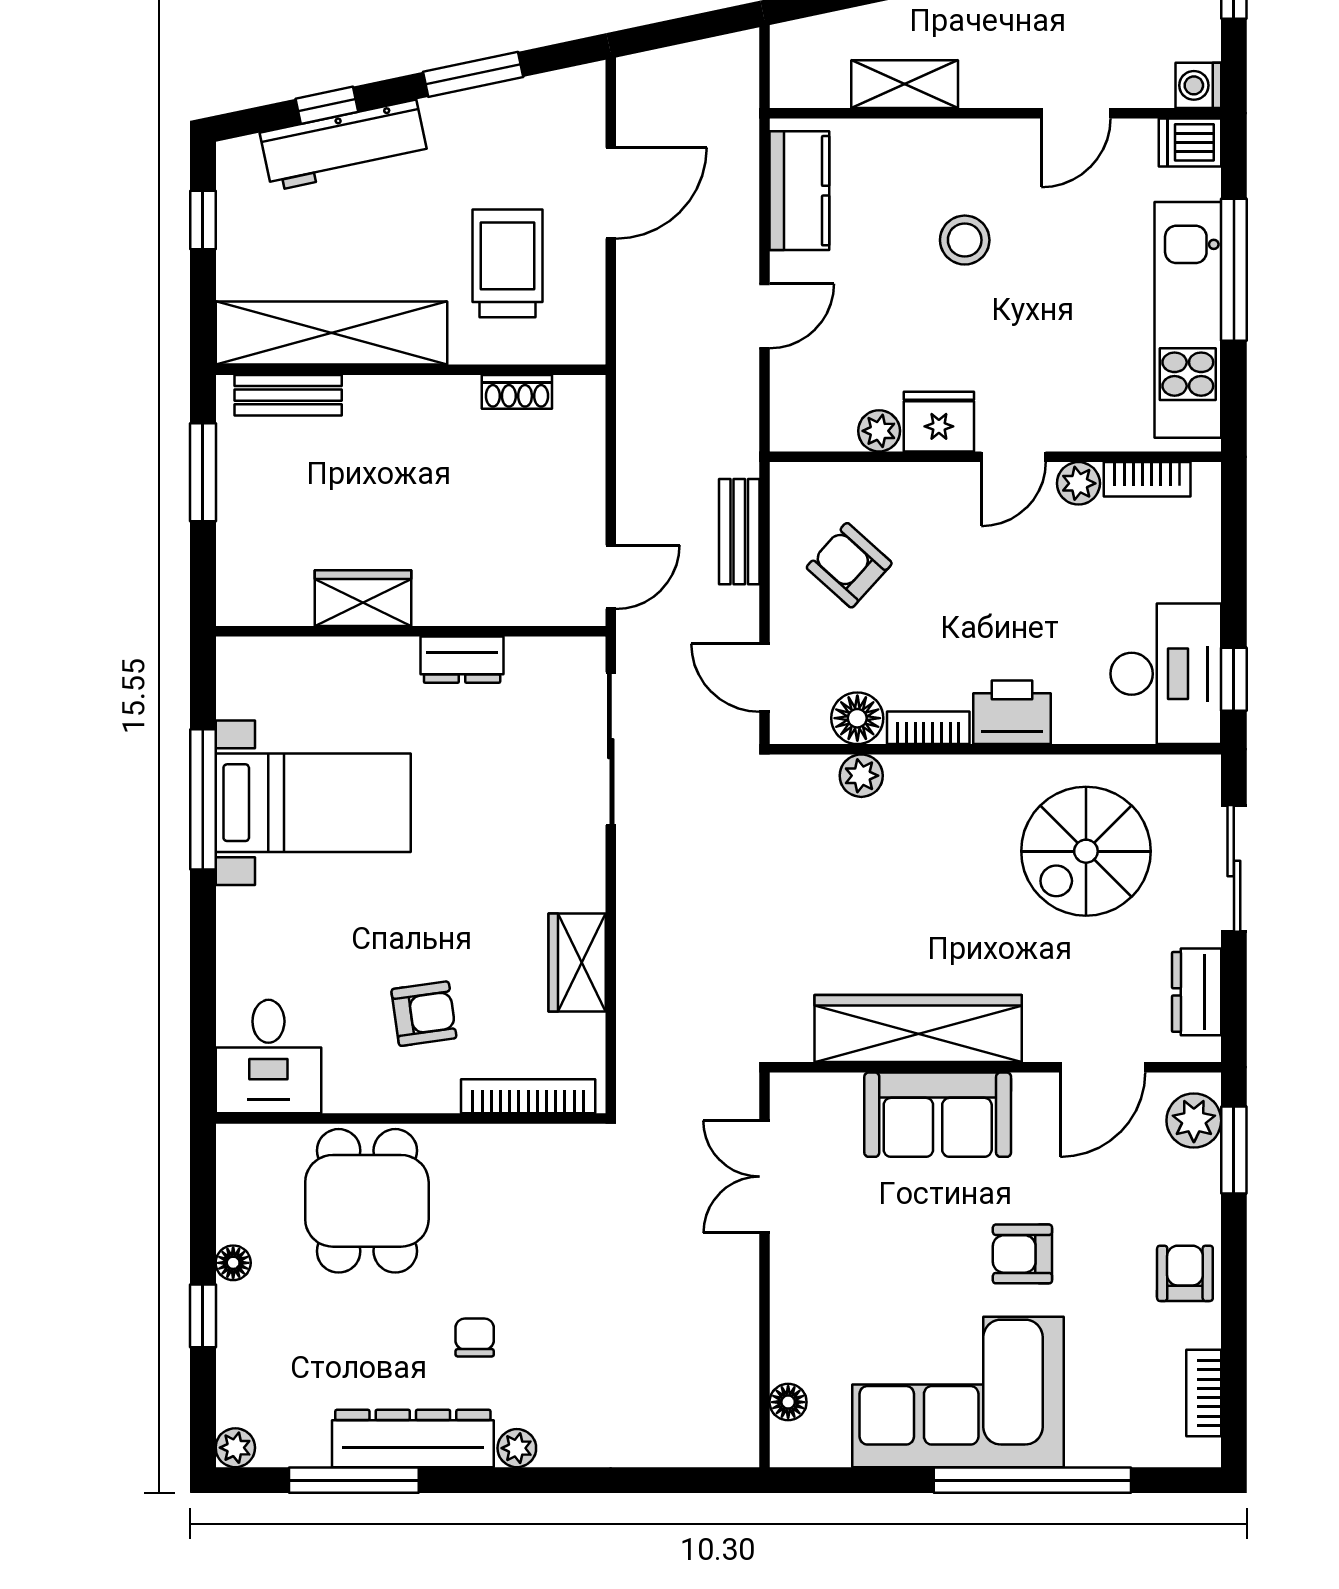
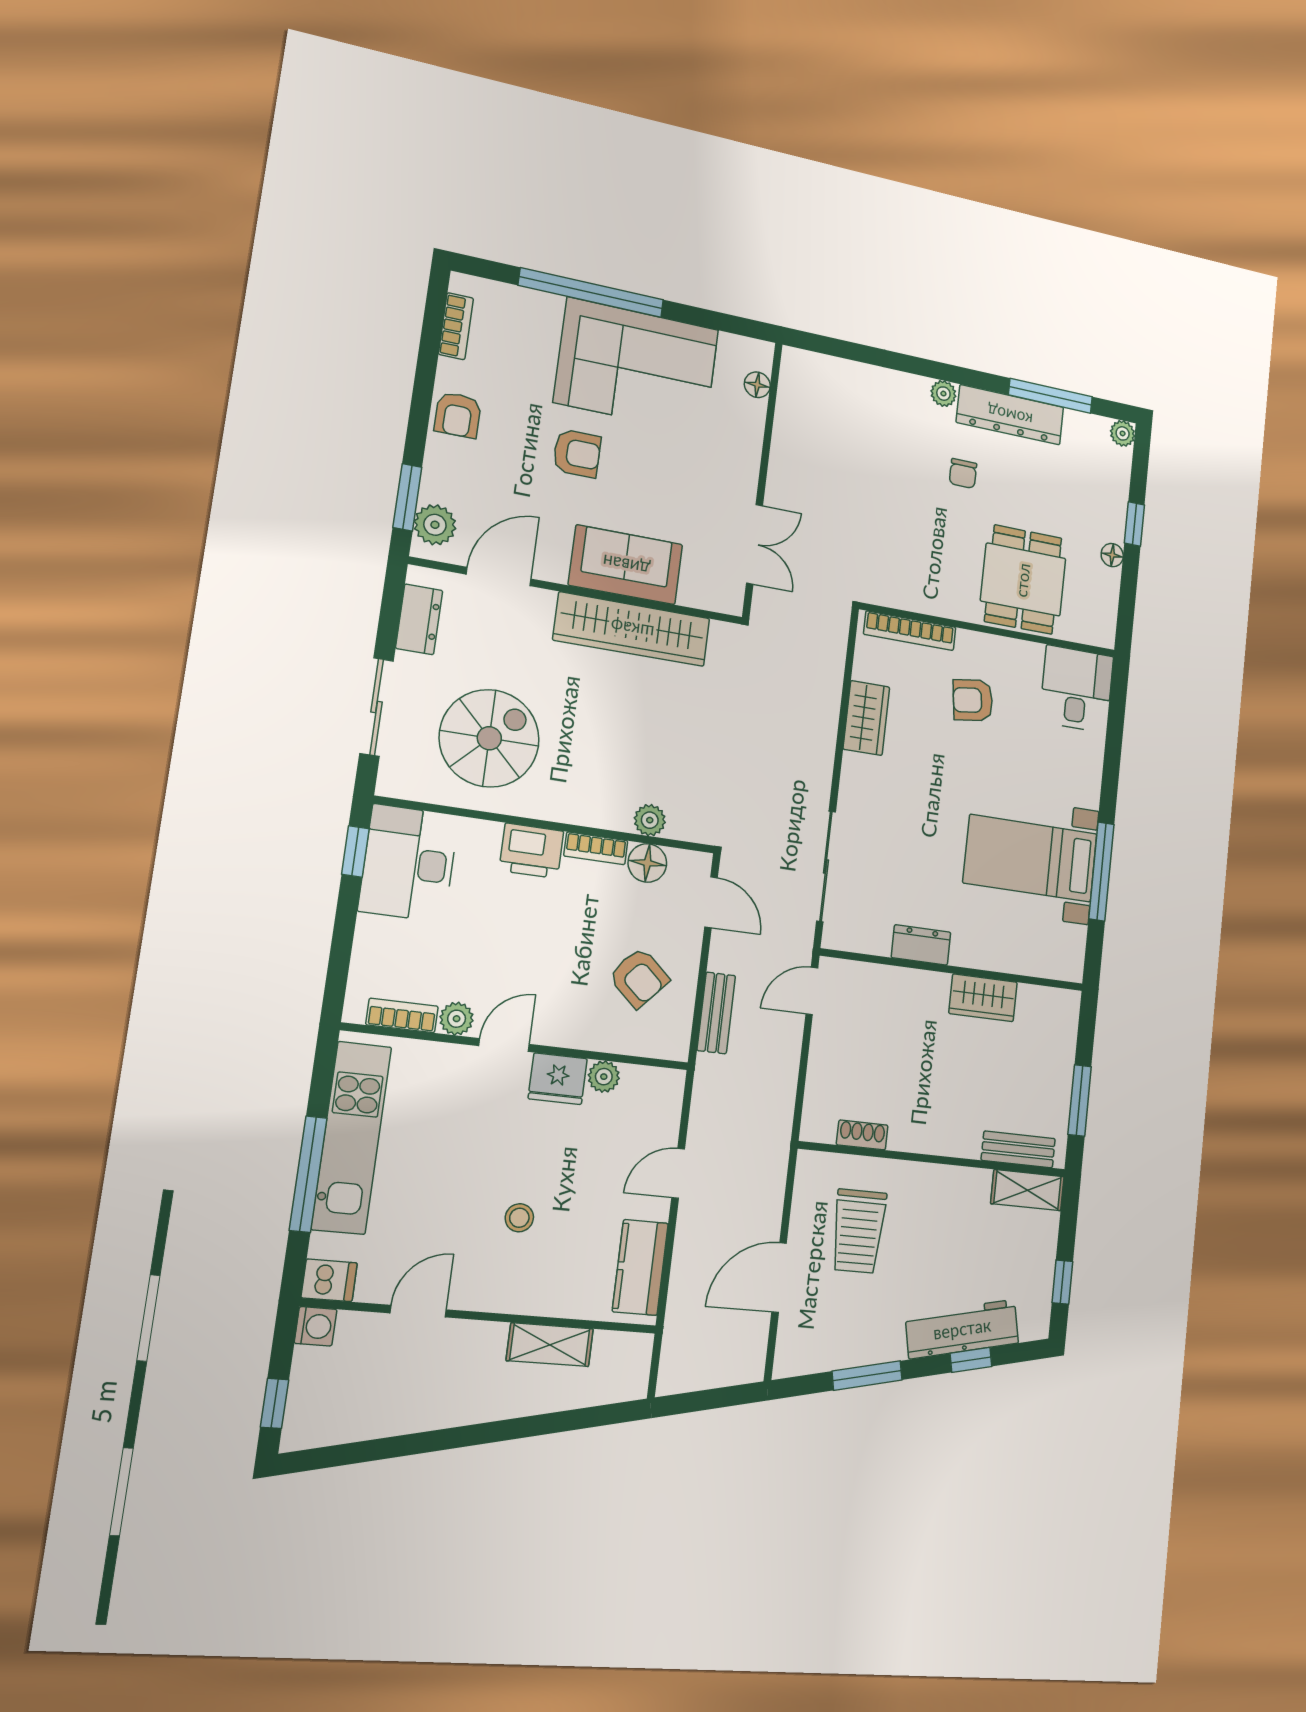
stool: (965, 240) -> (519, 1218), width x0.73, depth x0.73
shelving: (331, 333) -> (1027, 1190), width x0.45, depth x0.75

